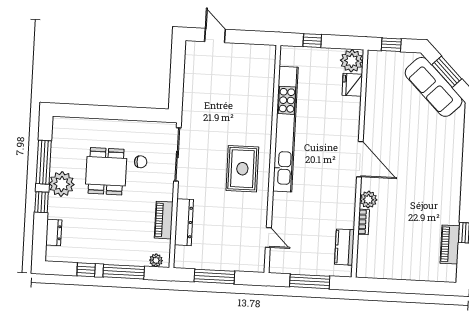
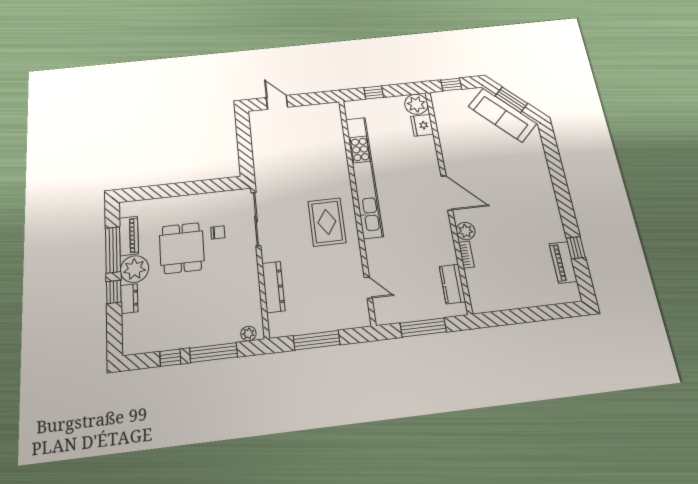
piano: (164, 220) -> (129, 236), moved, turned 180
dresser: (54, 232) -> (129, 299), moved

